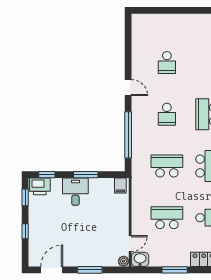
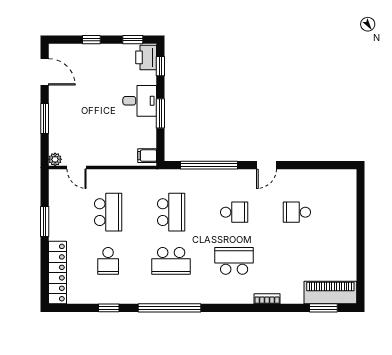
school desk: (167, 114) -> (234, 212), turned 180
washbasin: (140, 259) -> (57, 179), removed

